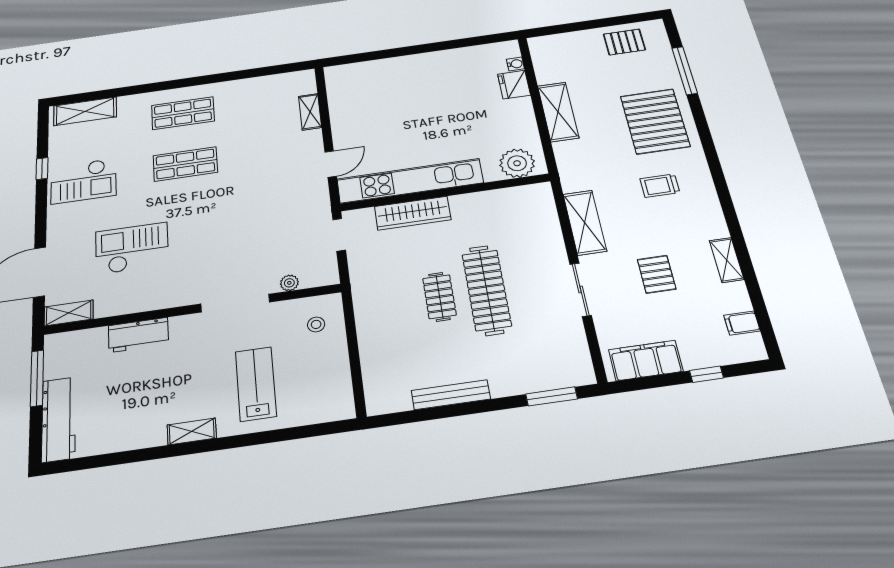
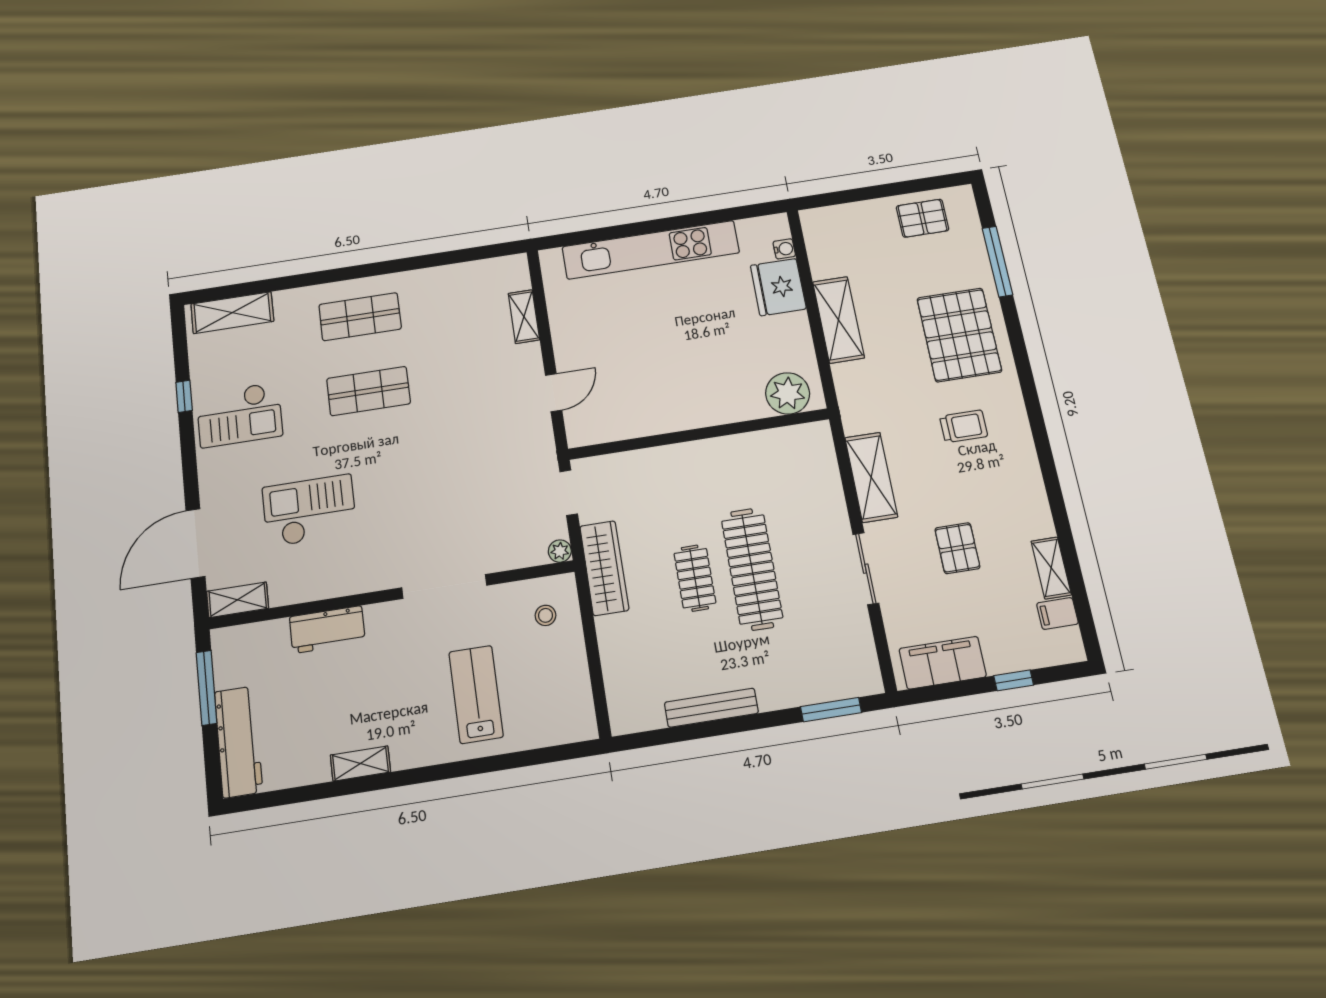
fridge: (514, 85) -> (778, 287), width x1.36, depth x1.34
kitchen unit: (410, 181) -> (651, 250), moved, turned 180
trolley: (660, 186) -> (964, 426), turned 180
wardrobe: (413, 213) -> (604, 568), moved, turned -90
shelving: (727, 260) -> (1051, 568), moved
plant: (289, 283) -> (560, 551), moved
shelving: (192, 432) -> (360, 763), moved

